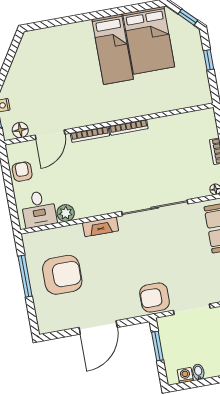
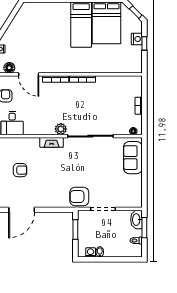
nightstand: (197, 56) -> (137, 39), added
door: (50, 135) -> (29, 74), hinge flipped
plant: (66, 213) -> (61, 129), moved
armchair: (62, 275) -> (20, 170), width x0.53, depth x0.53
door: (98, 327) -> (22, 210), moved

